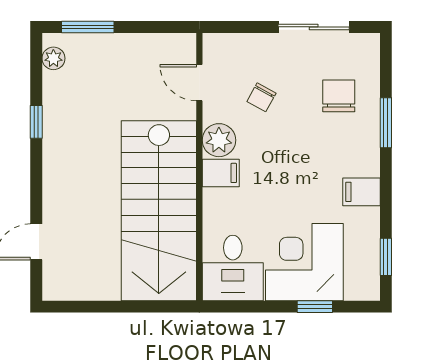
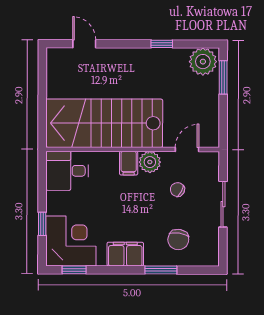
sliding door: (314, 27) -> (223, 204), moved
plant: (53, 58) -> (203, 62), width x1.88, depth x1.88
chair: (339, 96) -> (178, 240), turned 99
filing cabinet: (361, 192) -> (125, 254), width x2.00
corner desk: (304, 262) -> (71, 241), moved

